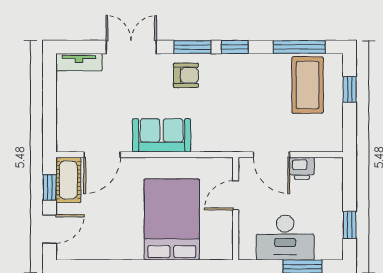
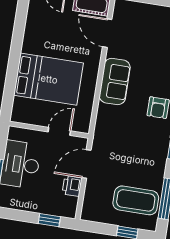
door: (236, 195) -> (59, 131), hinge flipped
window: (350, 225) -> (49, 220), moved

